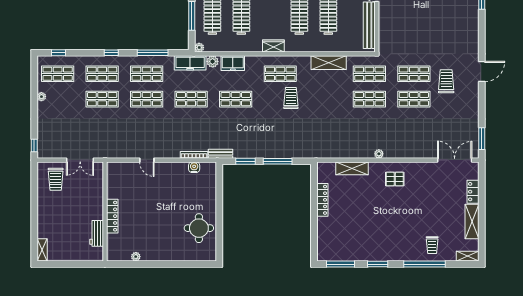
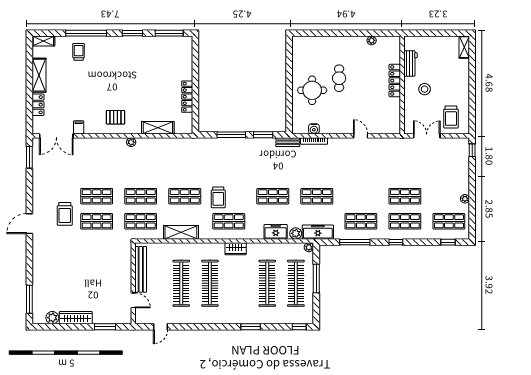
shop shelf: (147, 99) -> (185, 196), moved
filing cabinet: (432, 169) -> (79, 127), added
trolley: (56, 179) -> (451, 117), turned 180
stool: (82, 207) -> (425, 89), added
cafe table: (169, 218) -> (339, 78), added
round table: (199, 228) -> (312, 90), moved

